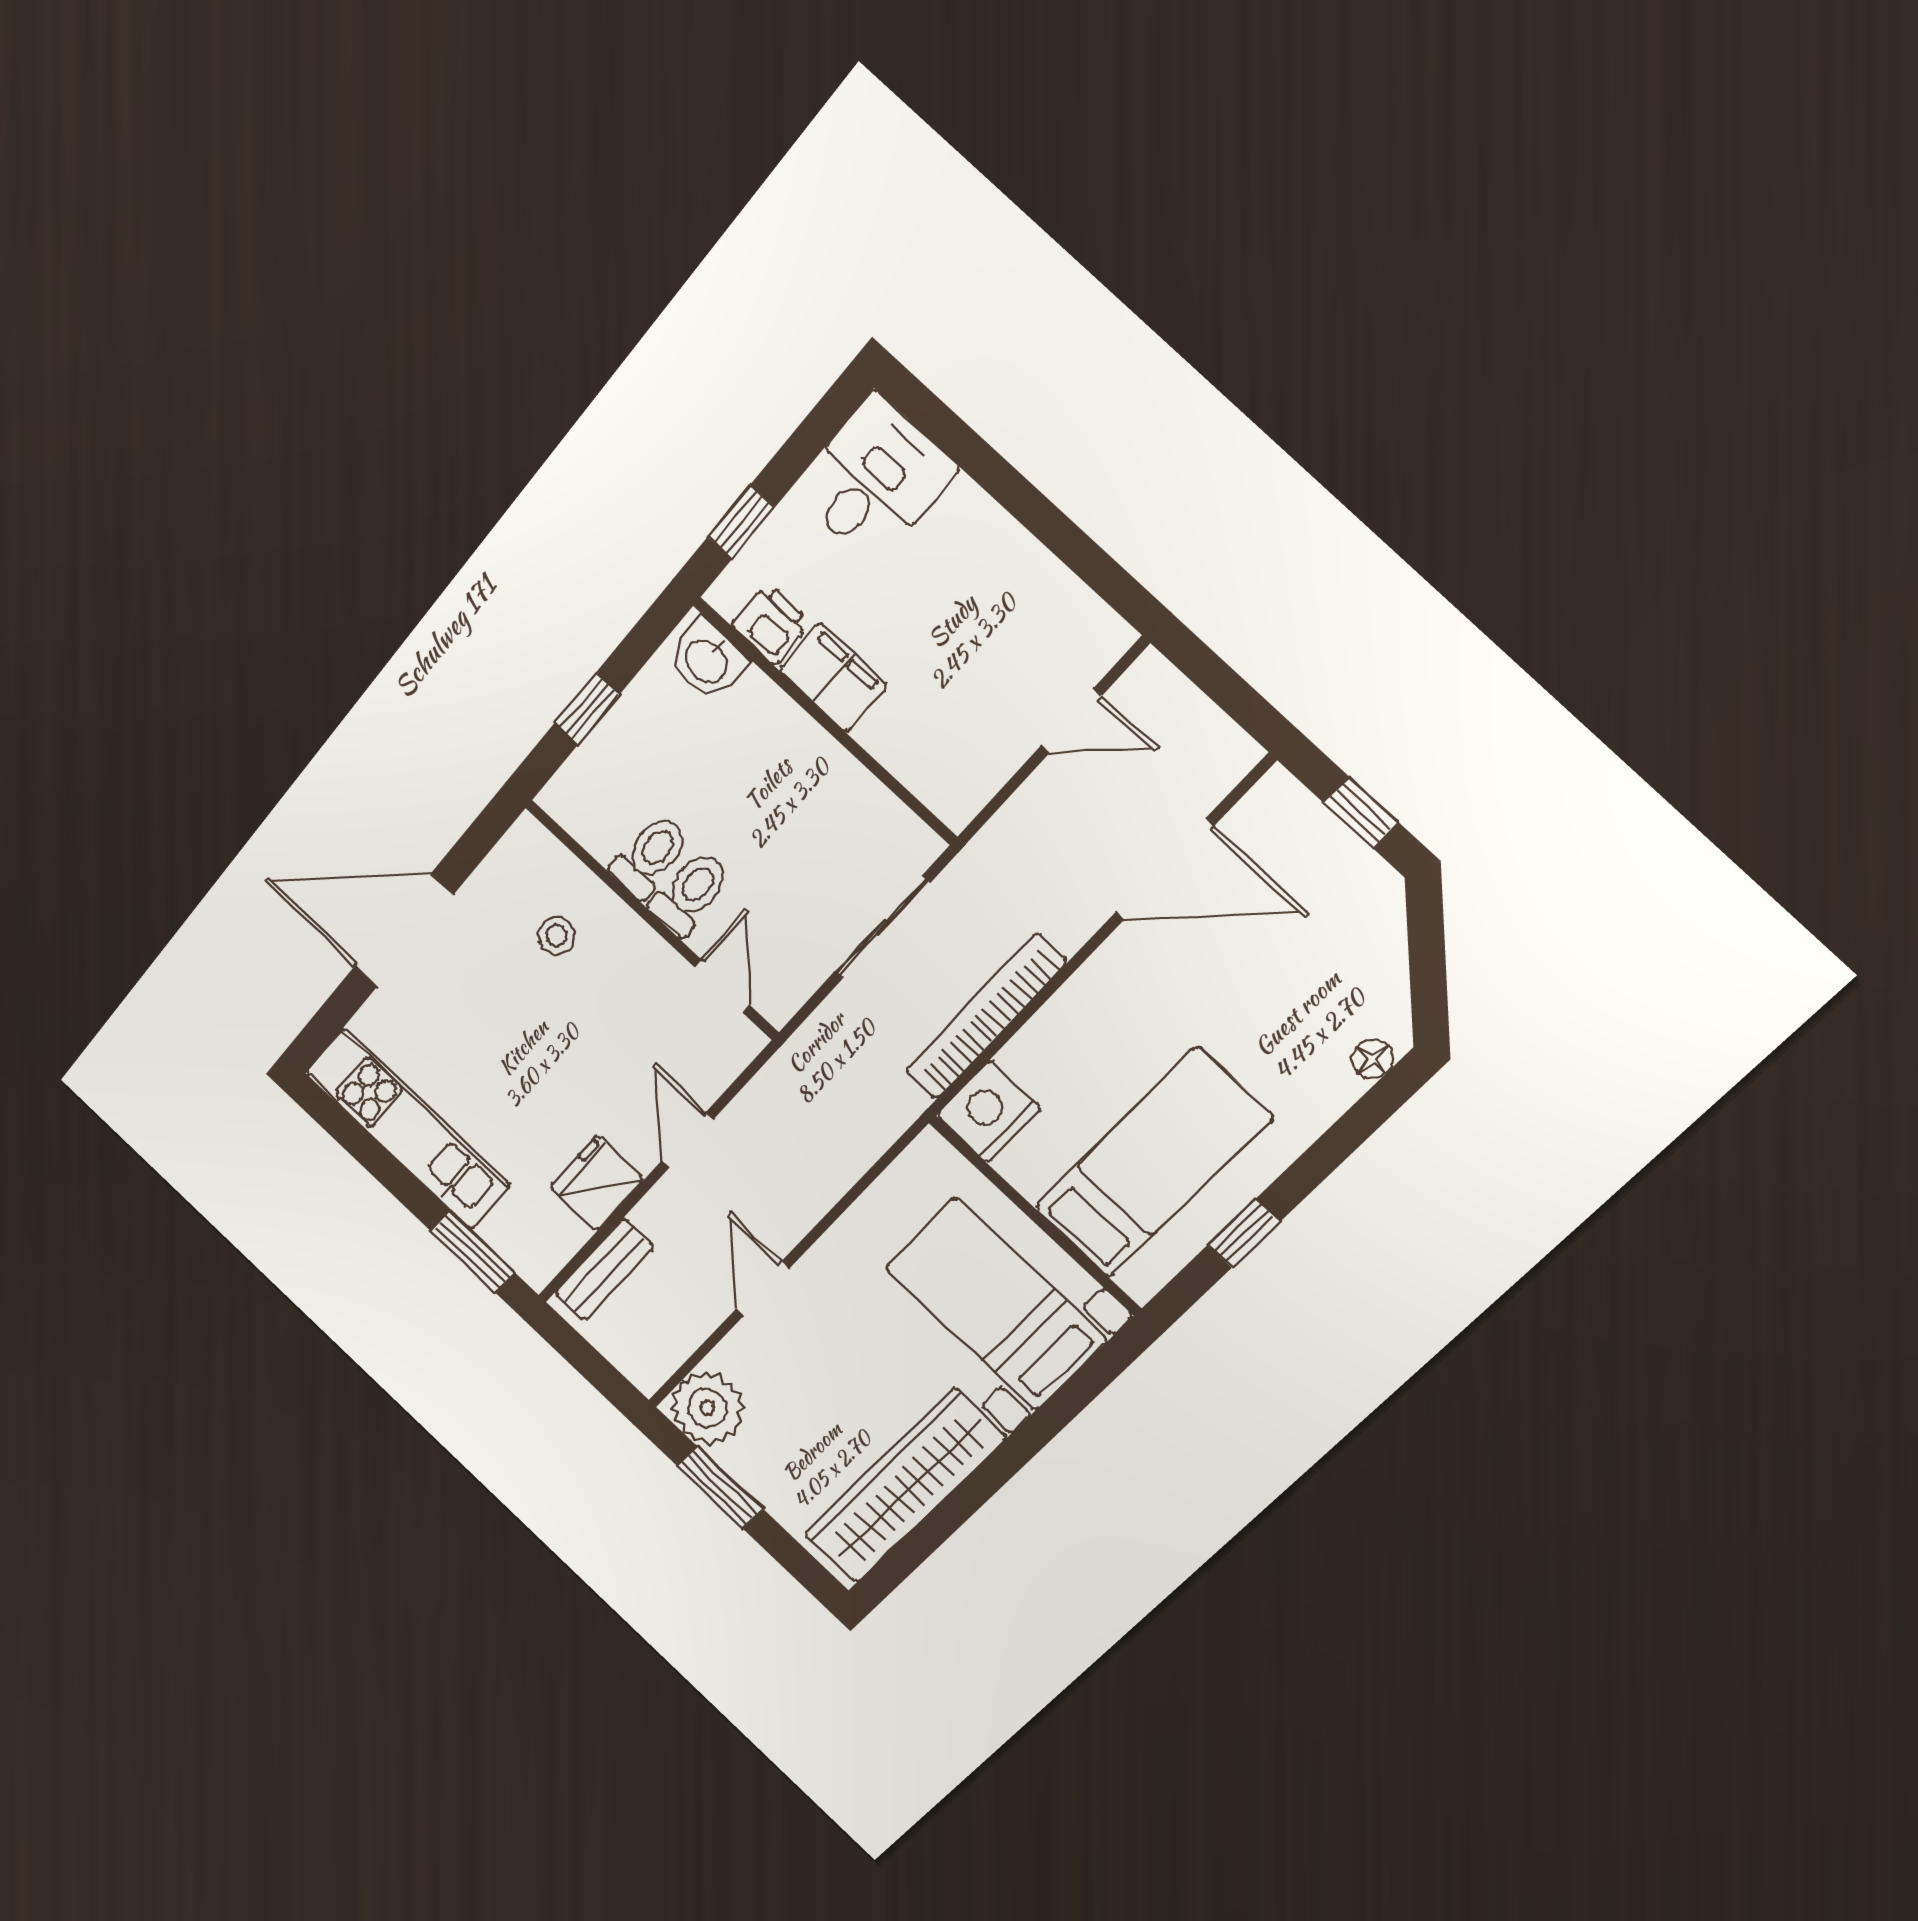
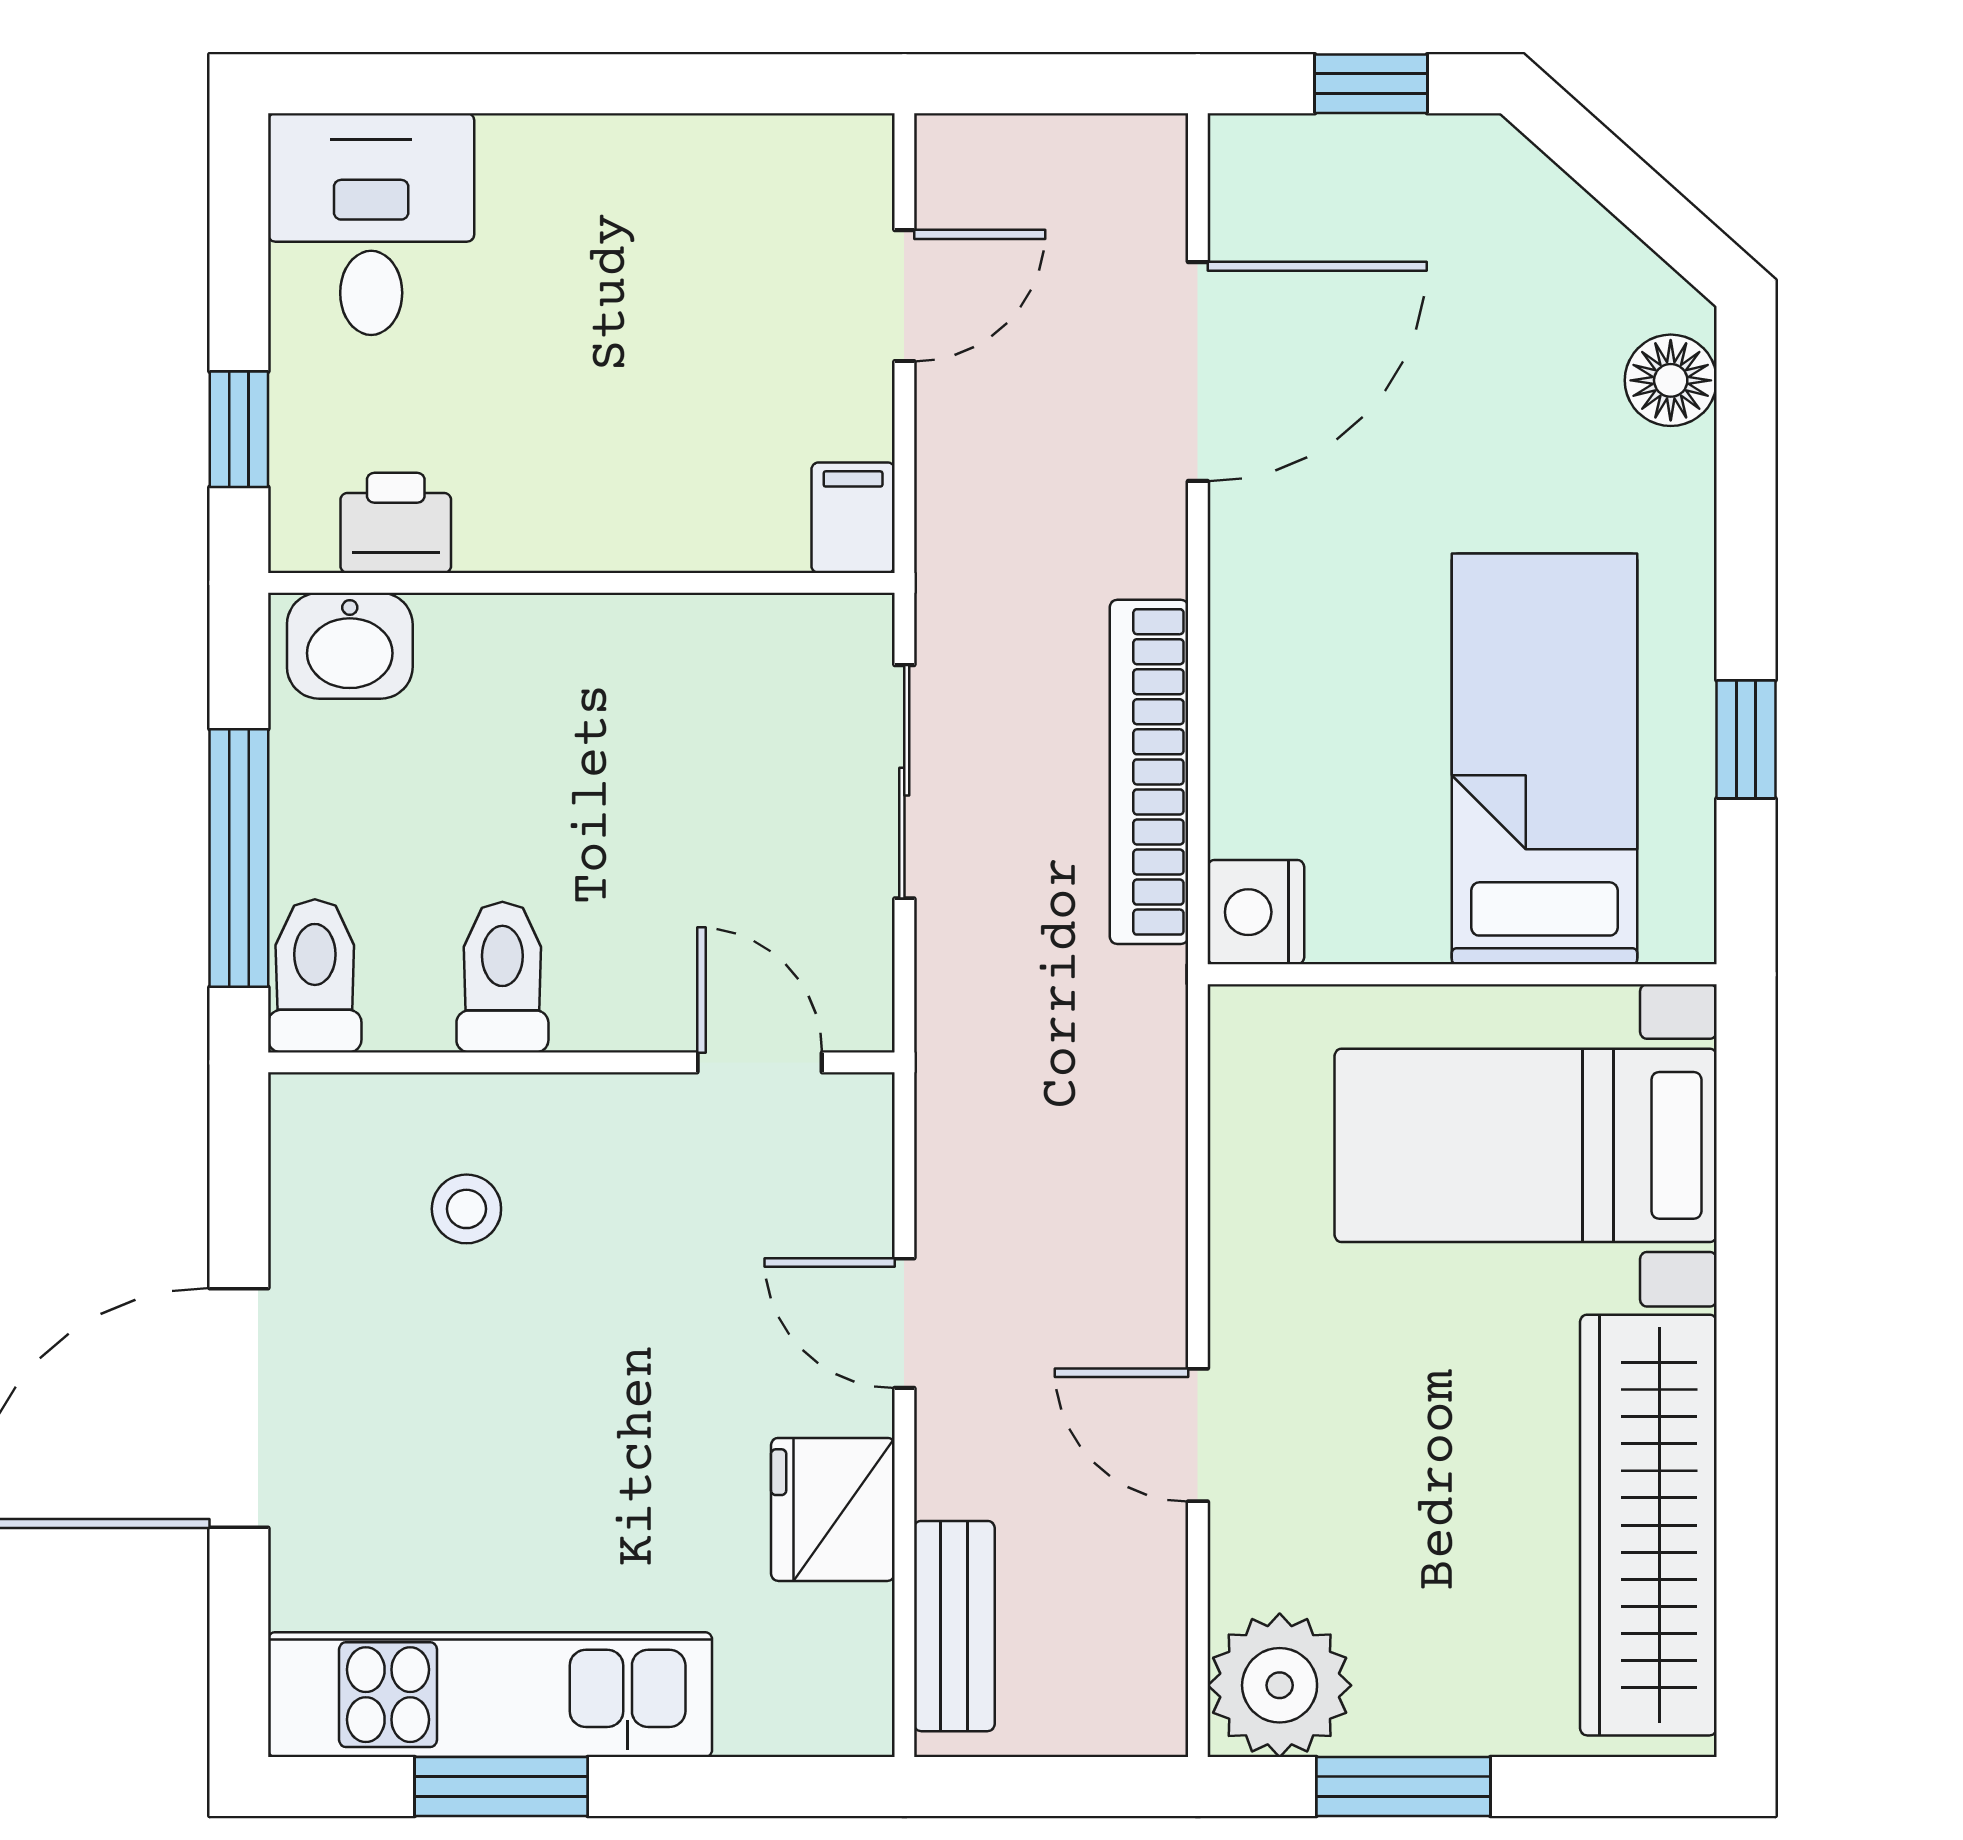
filing cabinet: (833, 678) -> (853, 518), moved, width x0.50
window: (587, 709) -> (239, 858), width x2.17
toilet: (690, 893) -> (315, 976), moved
floor lamp: (1373, 1059) -> (1671, 380), width x1.37, depth x1.37
nightstand: (989, 1112) -> (1256, 912), width x0.74, depth x0.75
window: (473, 1252) -> (501, 1787), moved

